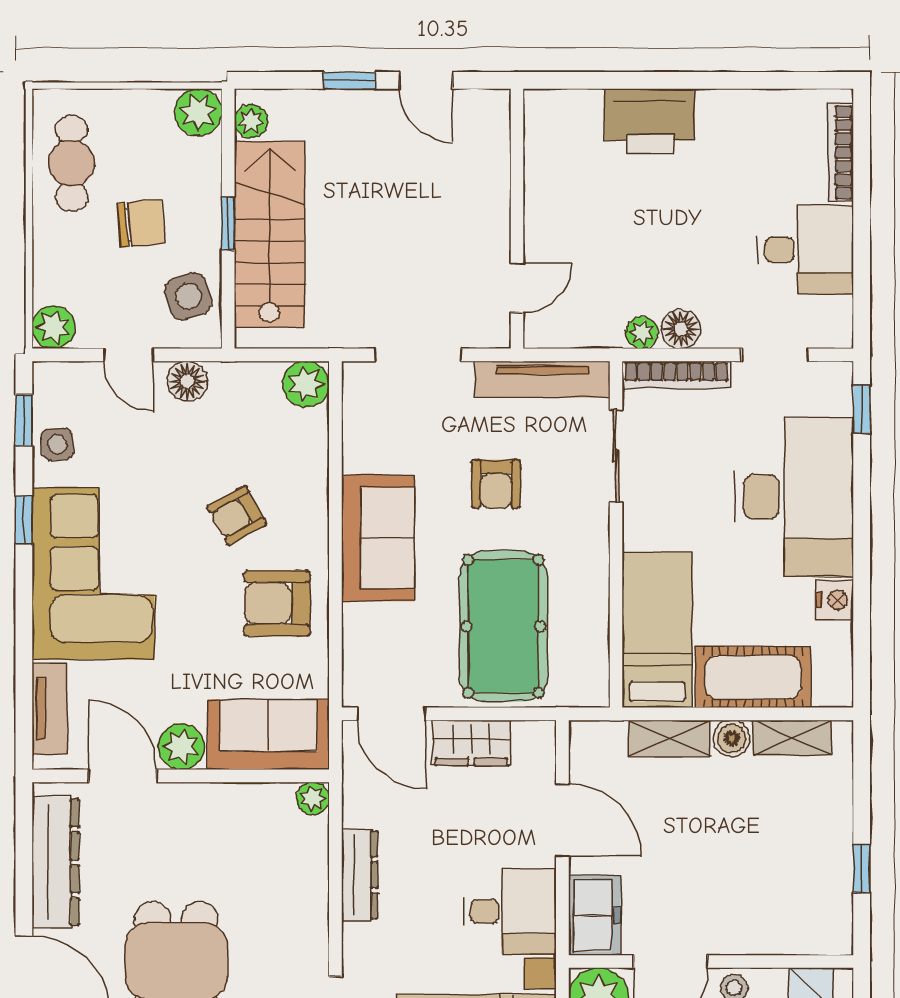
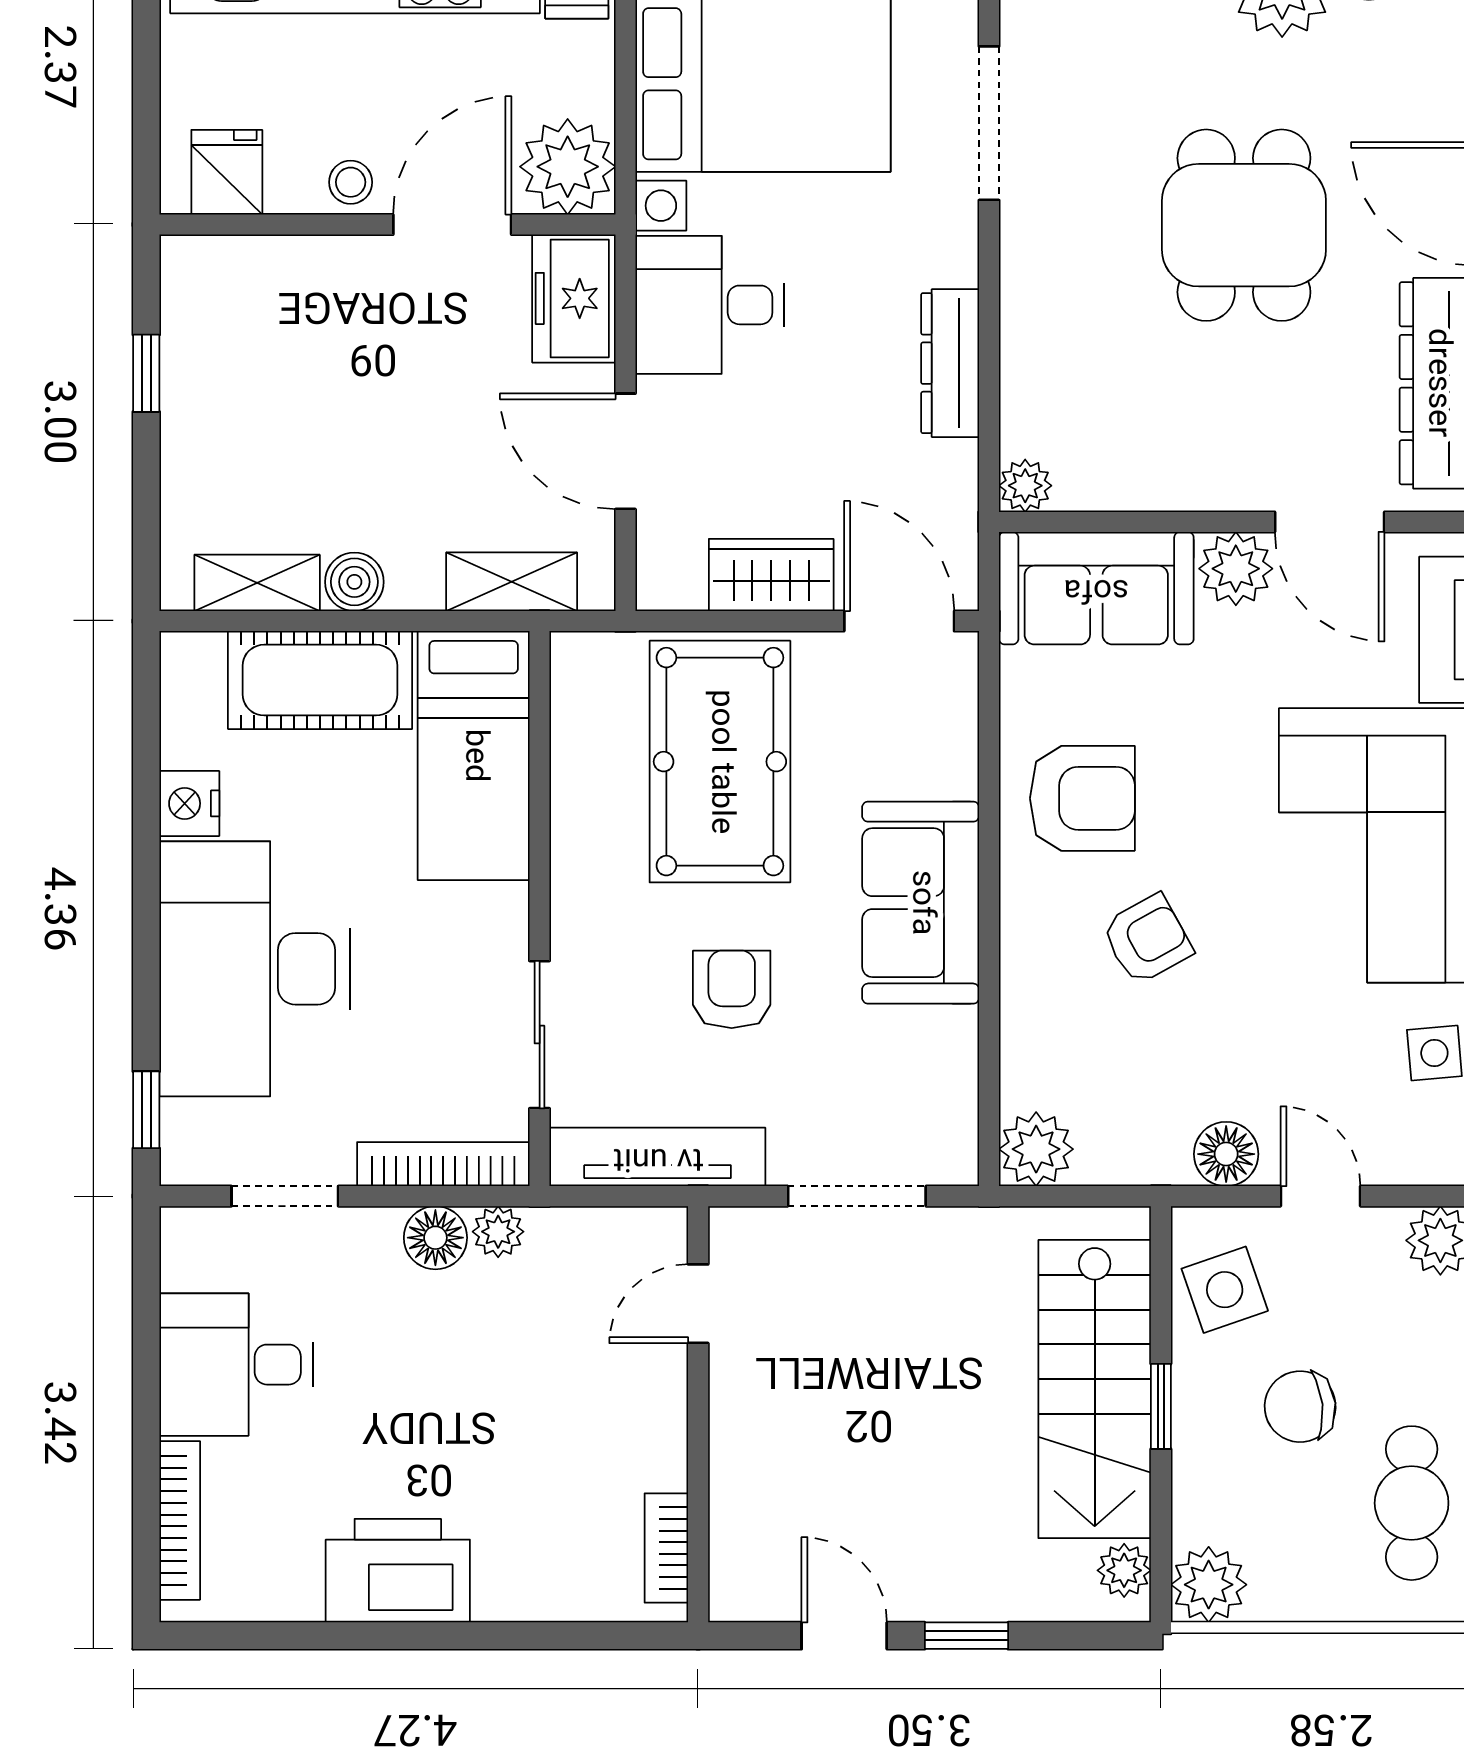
printer: (650, 121) -> (398, 1571), moved
bookcase: (537, 135) -> (666, 1548), added
shelving: (669, 738) -> (512, 582), moved

